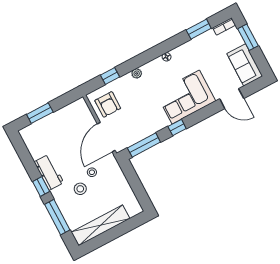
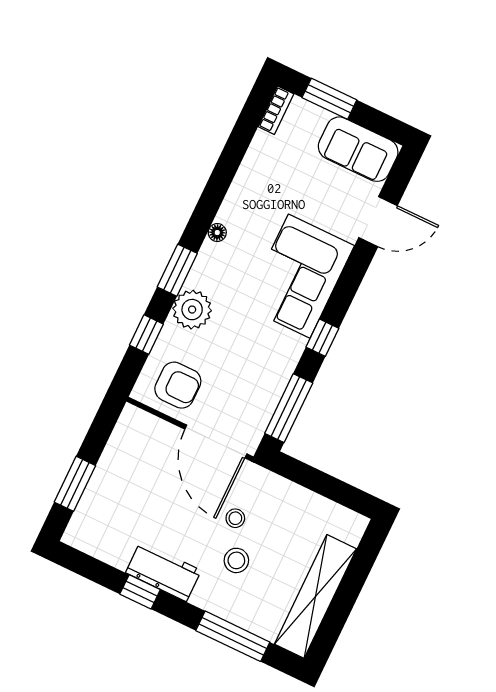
window: (199, 29) -> (177, 270), moved
plant: (137, 73) -> (192, 310), width x1.87, depth x1.87
window: (41, 186) -> (140, 592), moved

